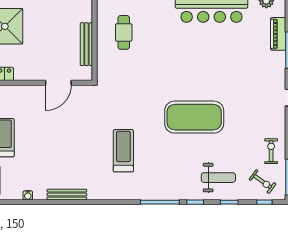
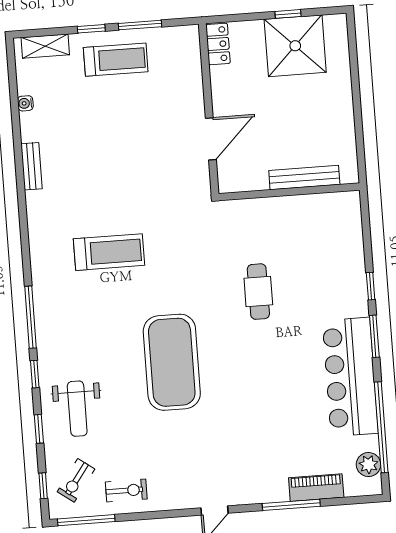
cafe table: (124, 32) -> (258, 292), moved, turned 90
bench: (86, 44) -> (304, 177), moved
door: (58, 83) -> (211, 139), swing flipped
bench: (67, 195) -> (31, 166), width x0.73

